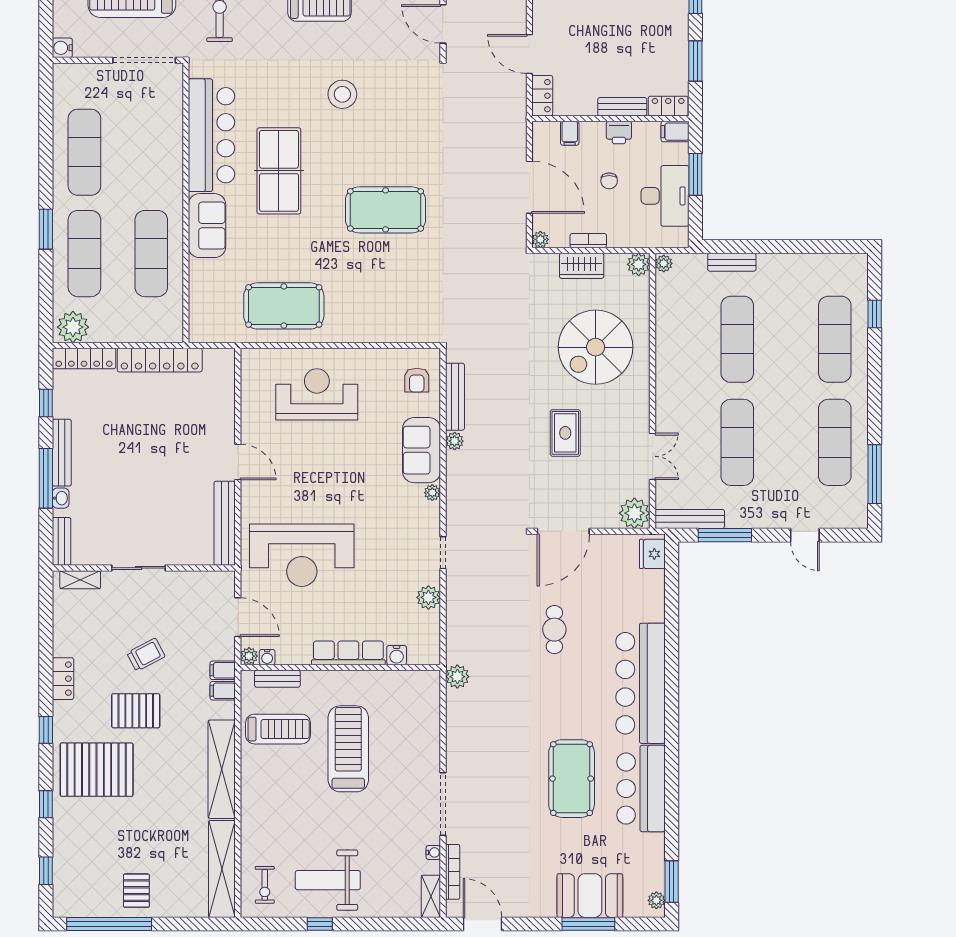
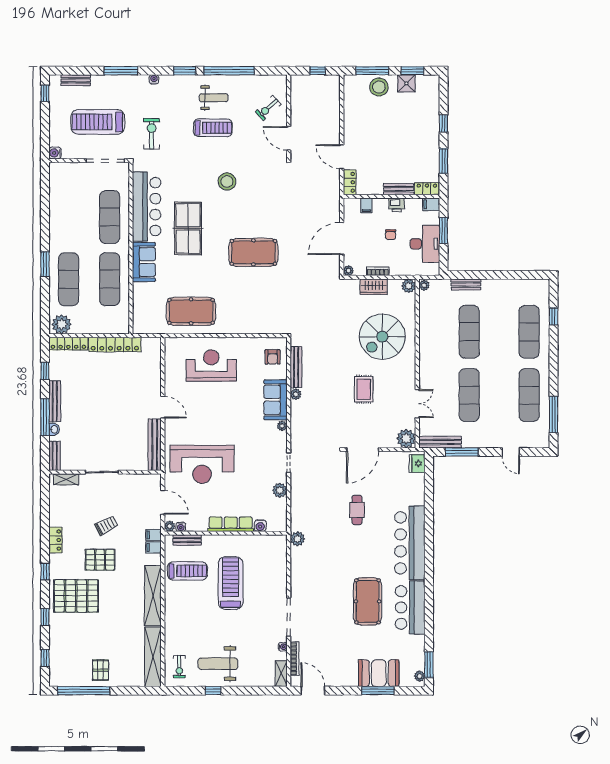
exercise mat: (84, 152) -> (110, 217), moved
door: (529, 187) -> (342, 239), swing flipped

